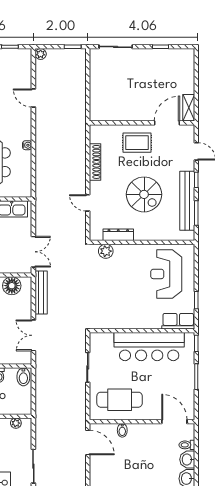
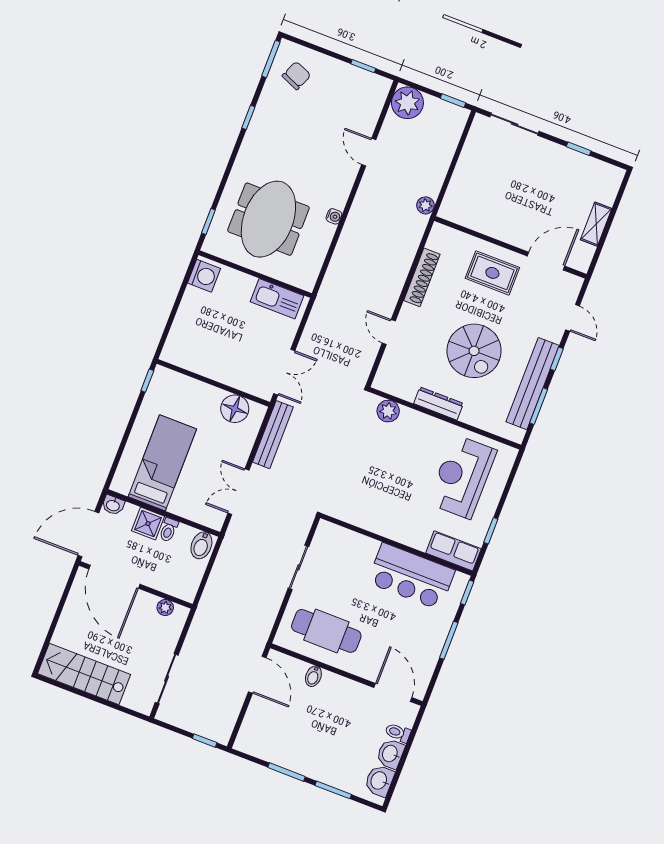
plant: (41, 54) -> (407, 103), width x1.88, depth x1.88
shelving: (189, 108) -> (596, 224), moved
plant: (80, 117) -> (425, 205), added
dresser: (118, 235) -> (439, 403), moved
bar counter: (149, 347) -> (411, 576), width x0.73

